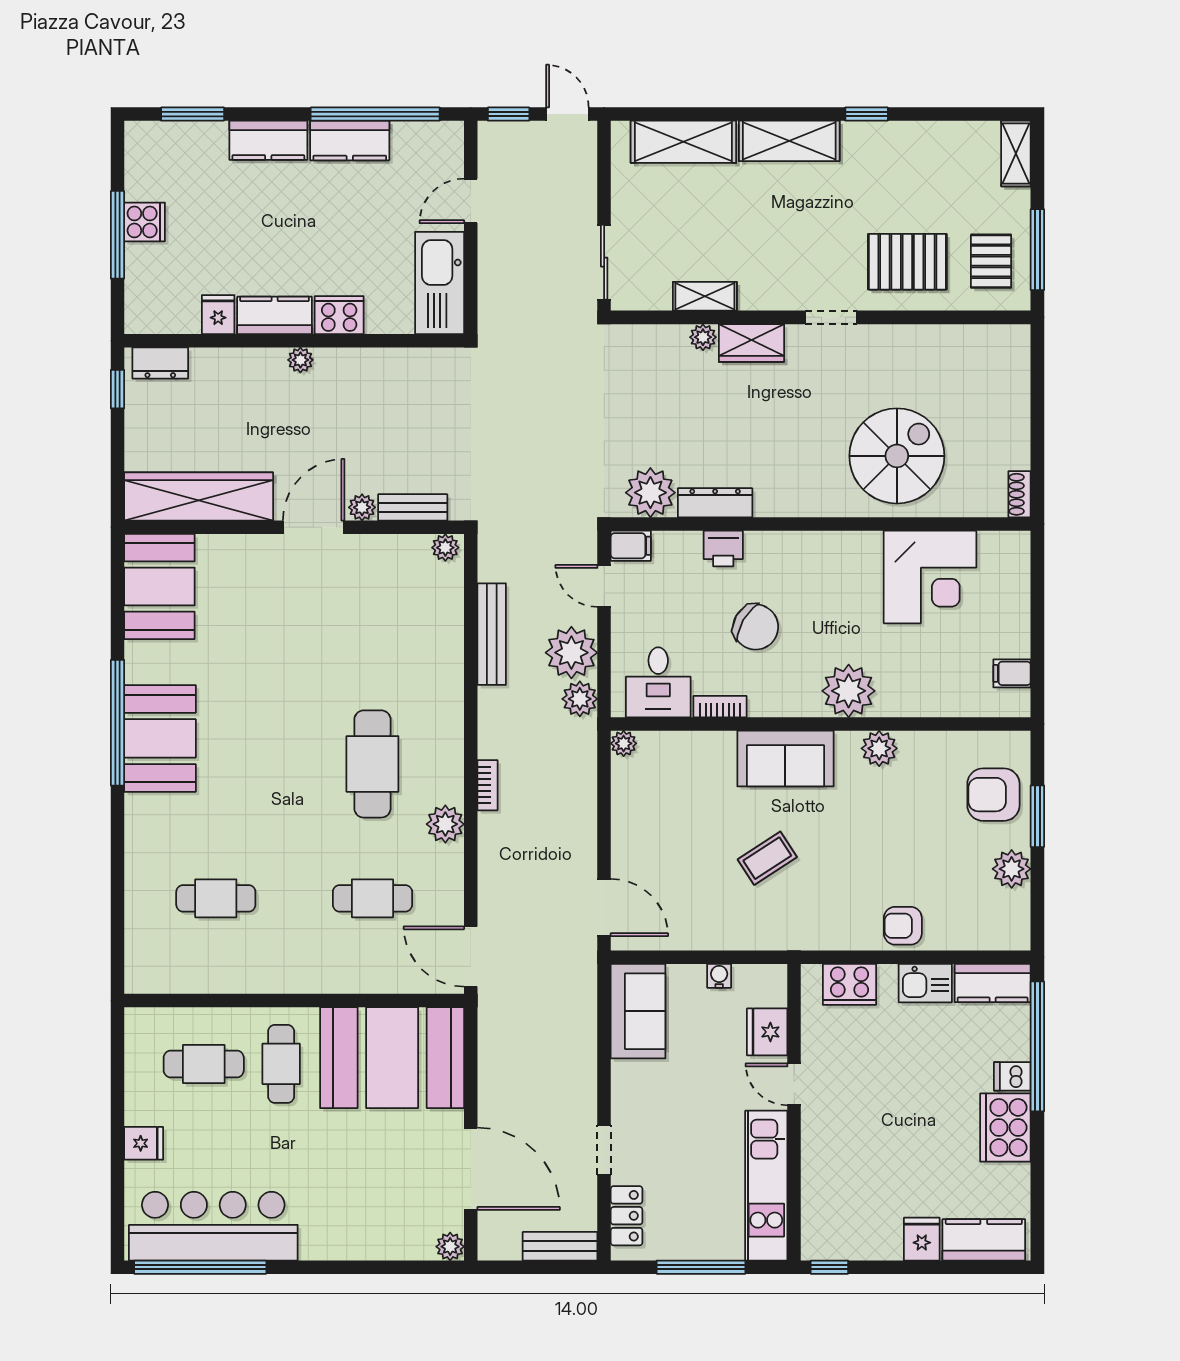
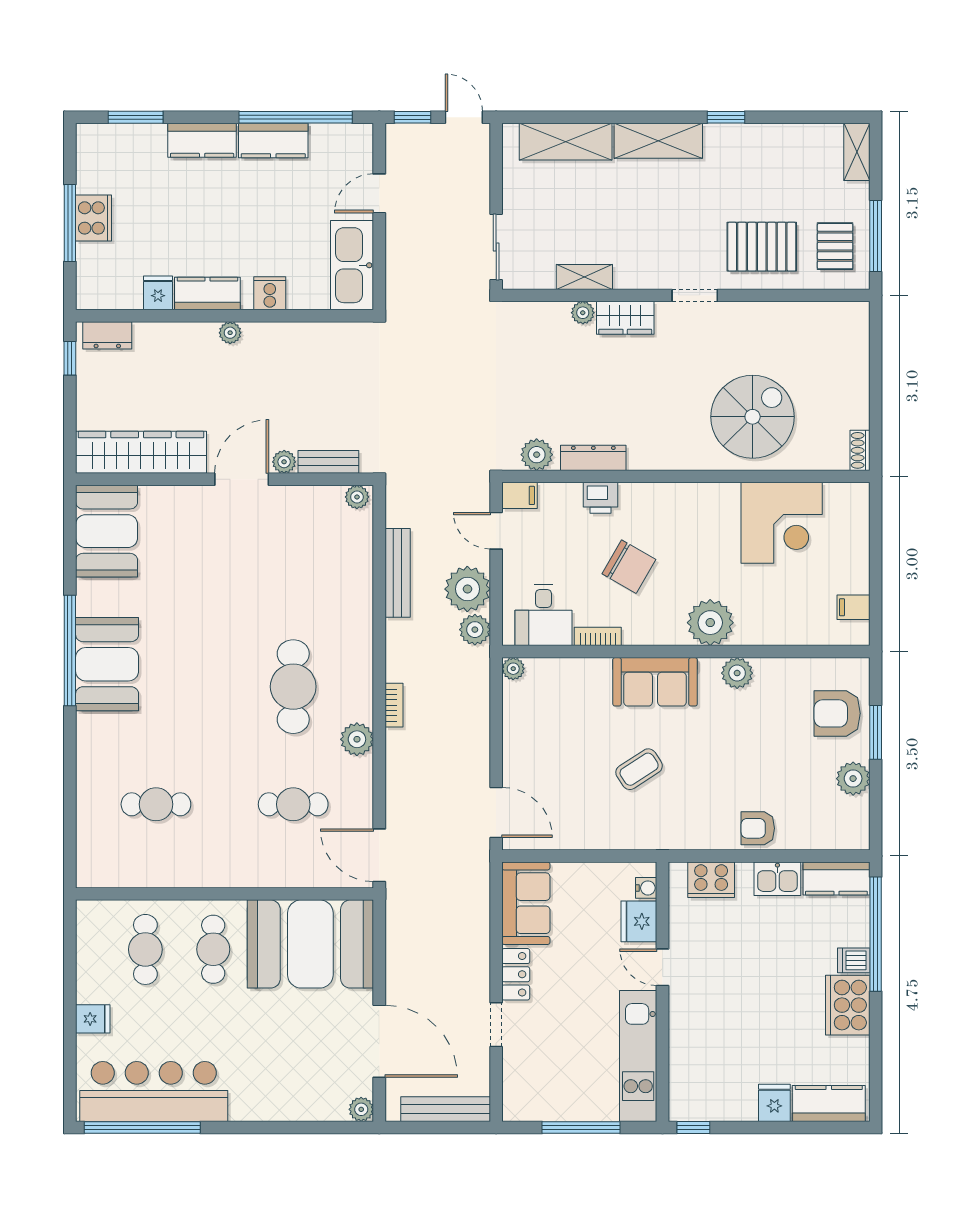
cooker: (145, 222) -> (94, 218), width x1.36
cooker: (339, 315) -> (270, 293), width x0.73
plant: (650, 493) -> (537, 455), width x0.73, depth x0.73
water cooler: (719, 976) -> (646, 888), moved, turned 90
cafe table: (204, 1064) -> (145, 949), turned 90
locker: (627, 1216) -> (516, 974), moved
bench: (560, 1246) -> (446, 1109), width x1.36

